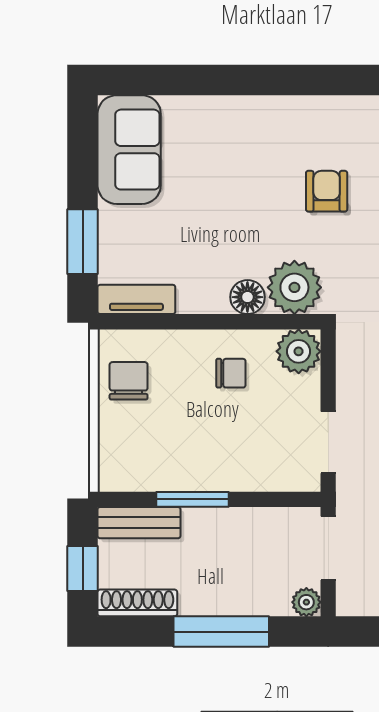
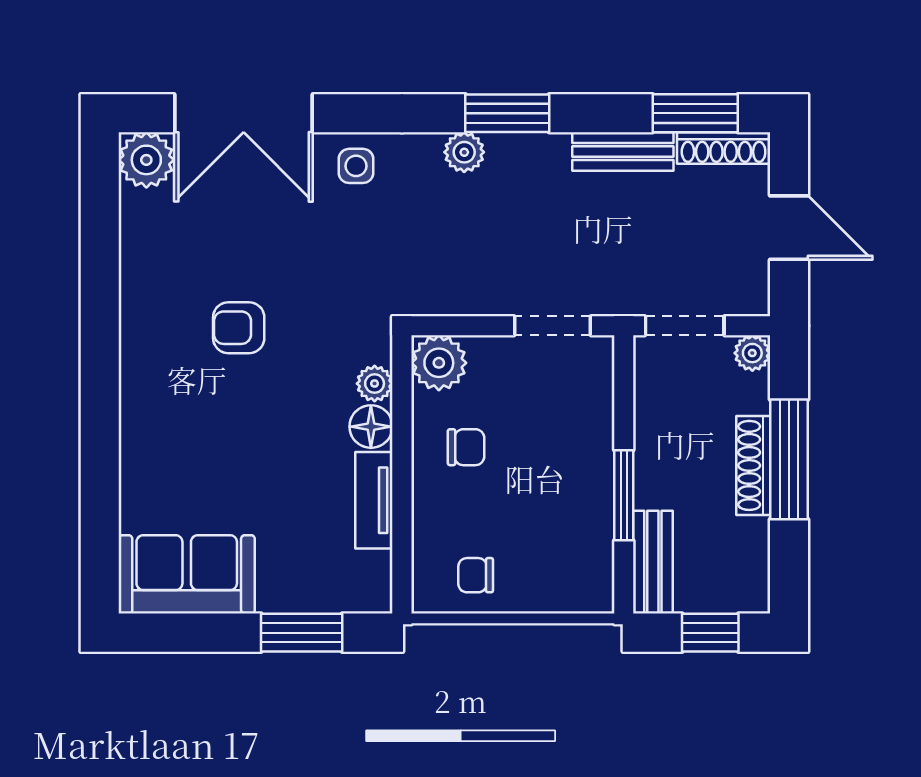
plant: (294, 287) -> (375, 384), width x0.53, depth x0.53
tv unit: (136, 299) -> (374, 500), moved
chair: (231, 373) -> (466, 447), turned 90
chair: (129, 381) -> (476, 575), width x0.73, depth x0.73
shoe rack: (137, 603) -> (753, 465), moved

